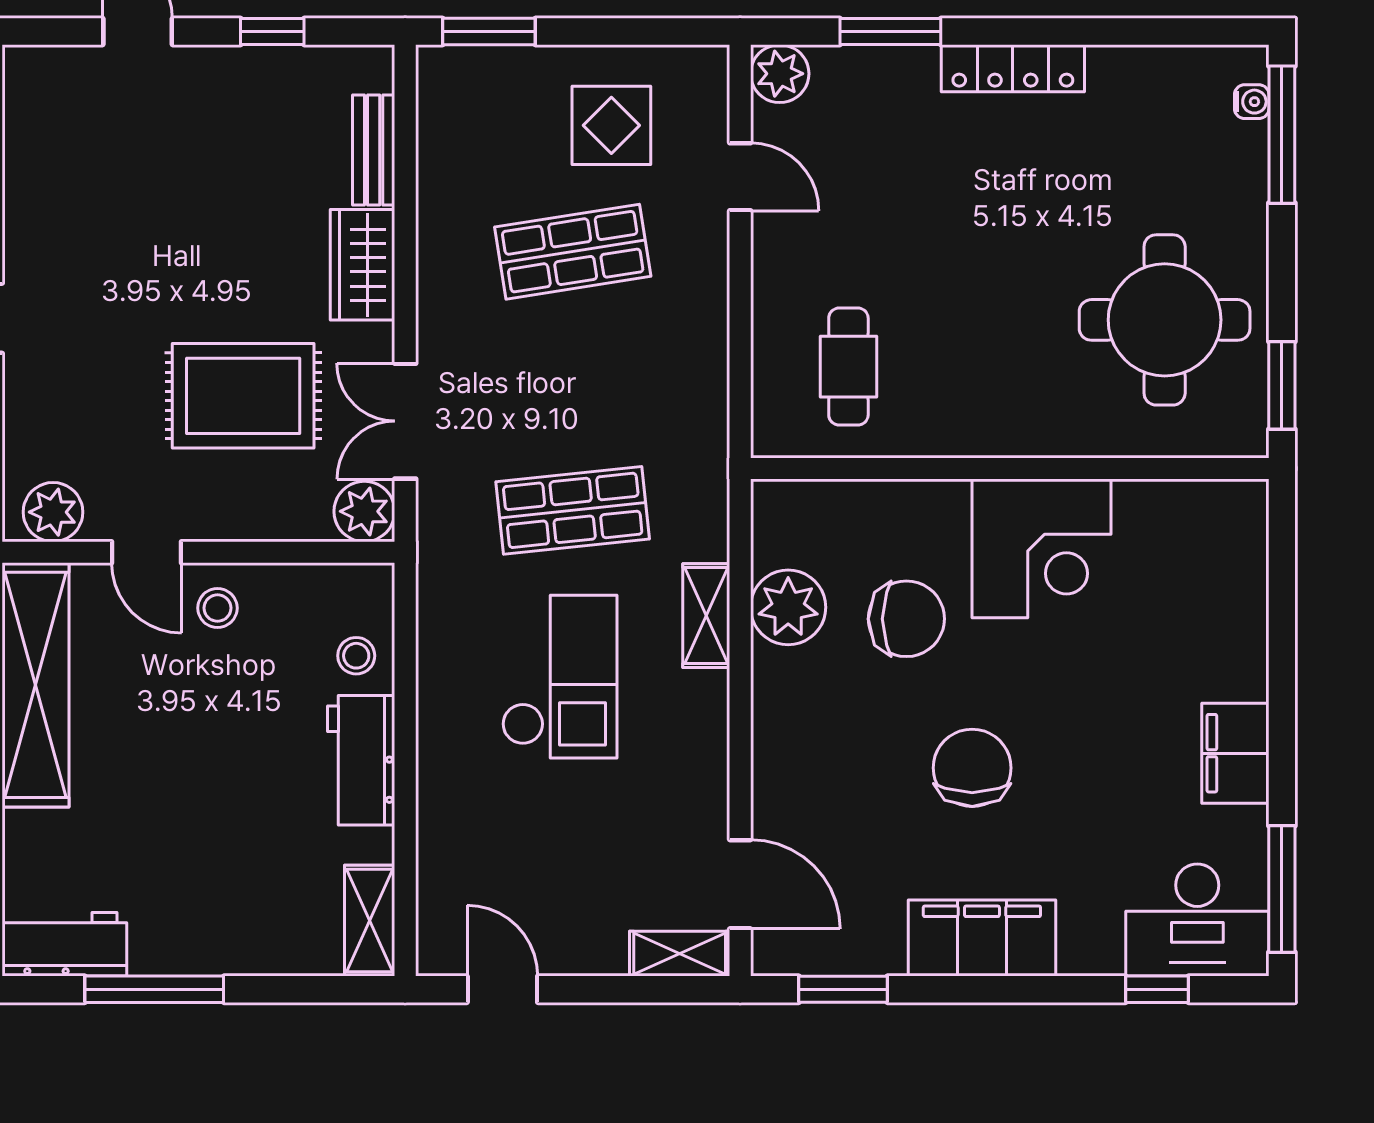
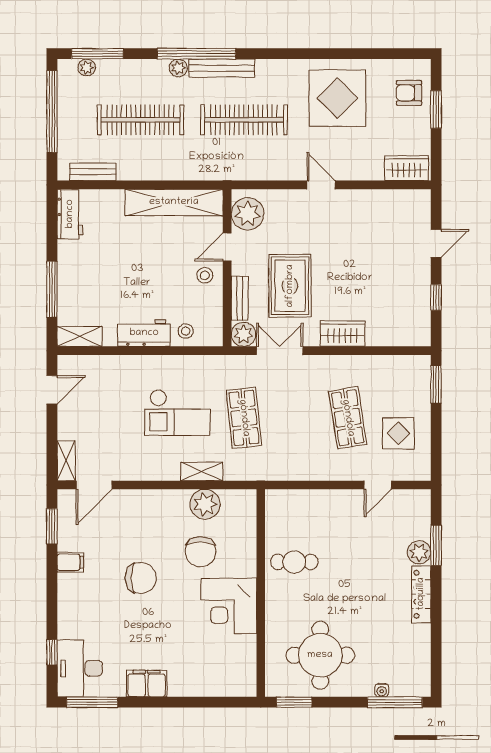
plant: (780, 74) -> (419, 552), moved
water cooler: (1252, 102) -> (382, 690), moved
bench: (374, 150) -> (240, 298), moved, turned 90
cafe table: (848, 367) -> (294, 562), moved
plant: (53, 512) -> (248, 214), width x1.36, depth x1.36
filing cabinet: (982, 938) -> (70, 562), width x0.33, depth x0.86
window: (154, 989) -> (52, 289), moved

